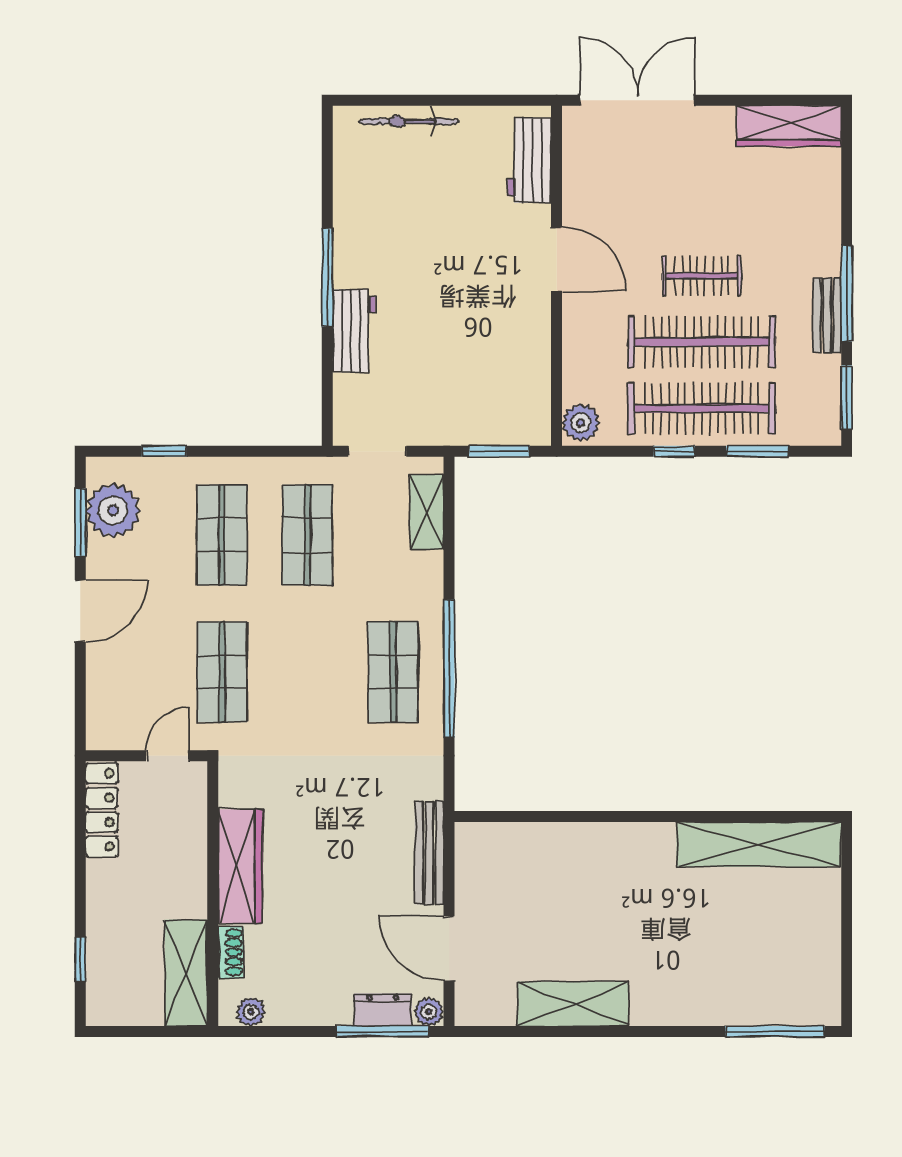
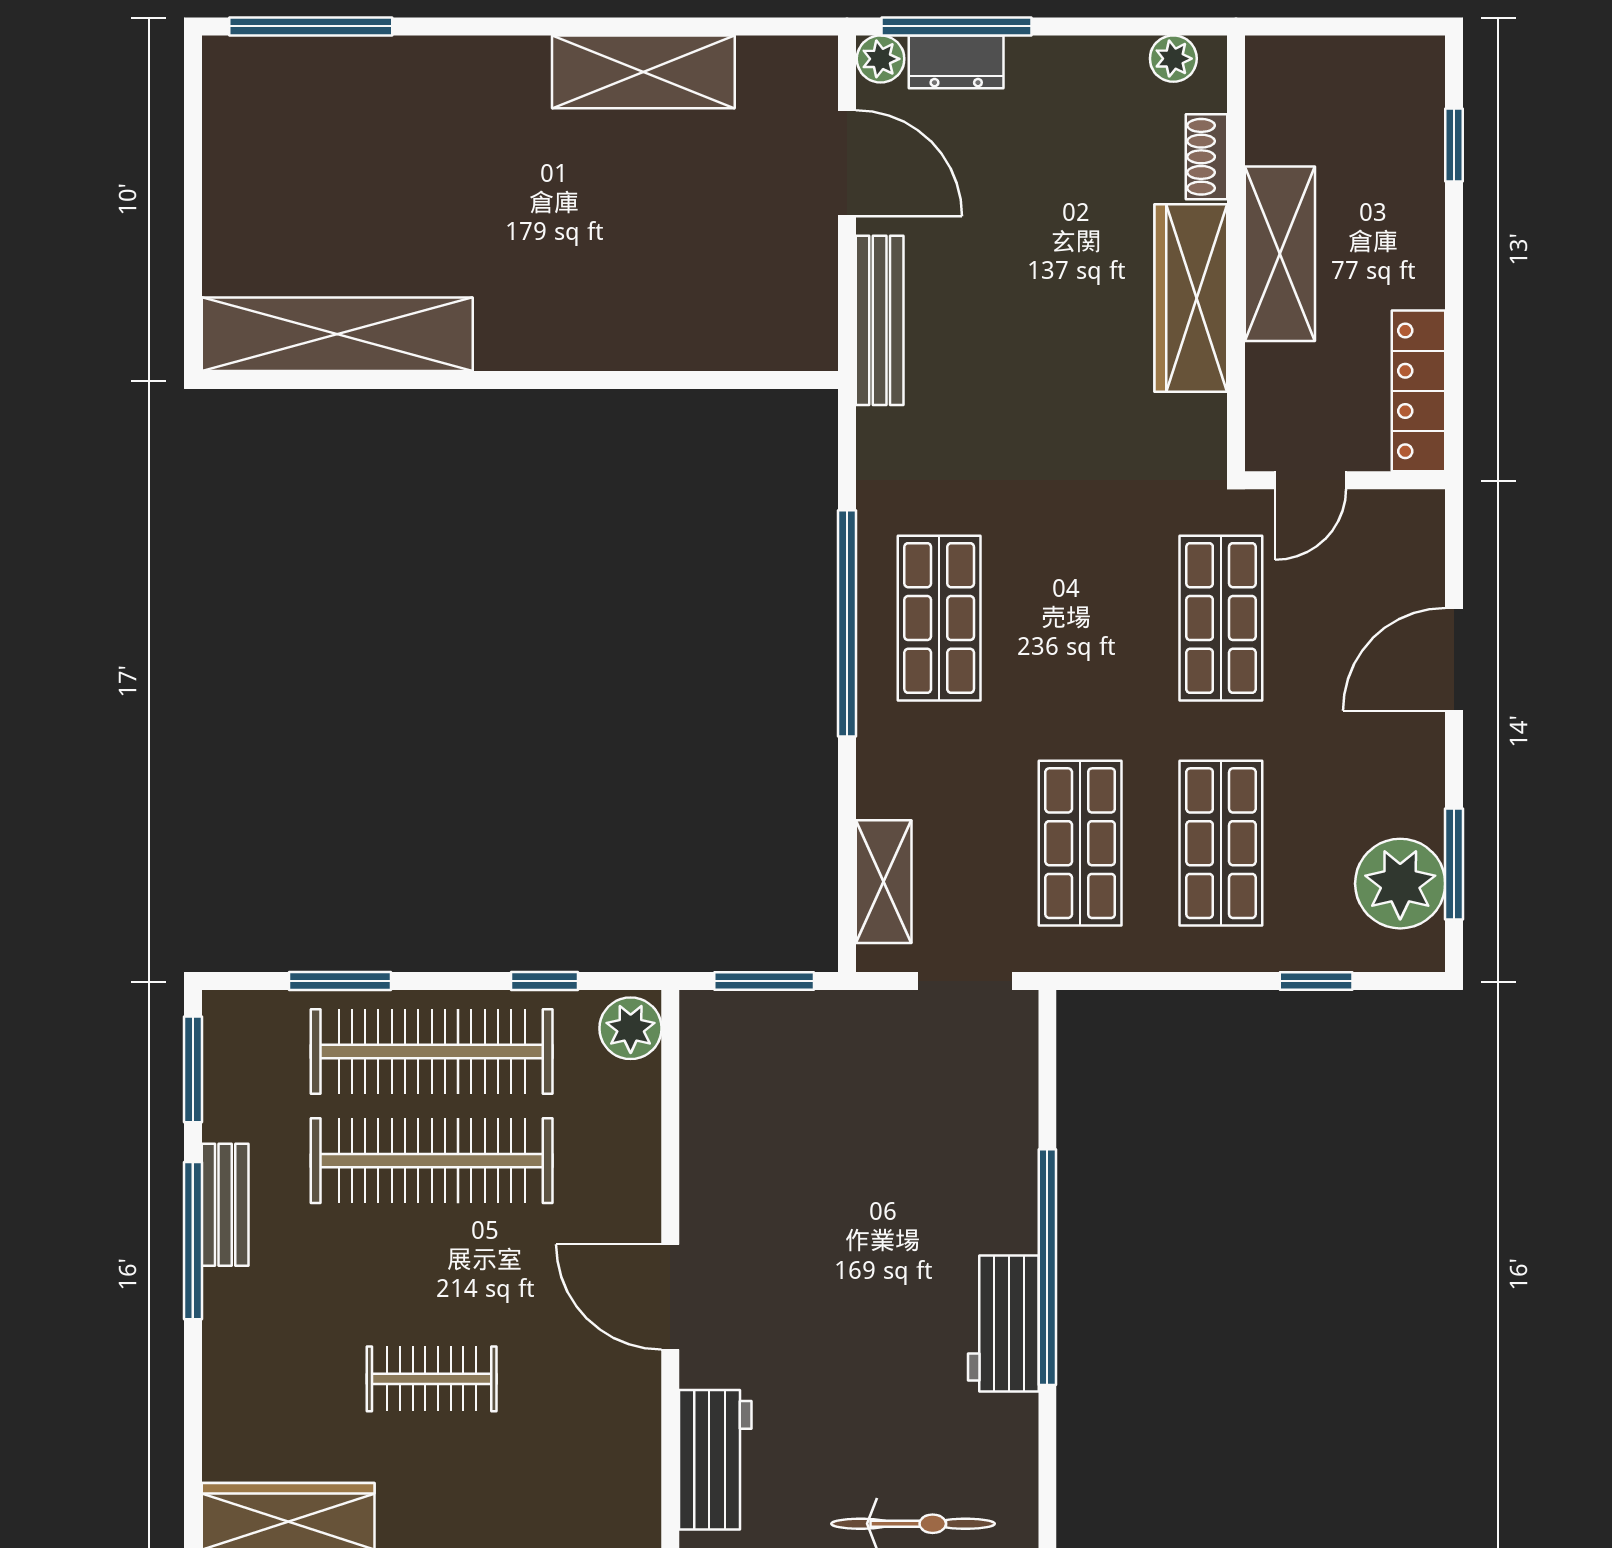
clothes rail: (702, 276) -> (432, 1379), moved
window: (327, 277) -> (1047, 1267), width x1.46
workbench: (354, 331) -> (1003, 1323), moved
window: (674, 451) -> (545, 981), moved
door: (80, 611) -> (1454, 659), moved
shelving: (186, 973) -> (1280, 254), moved

